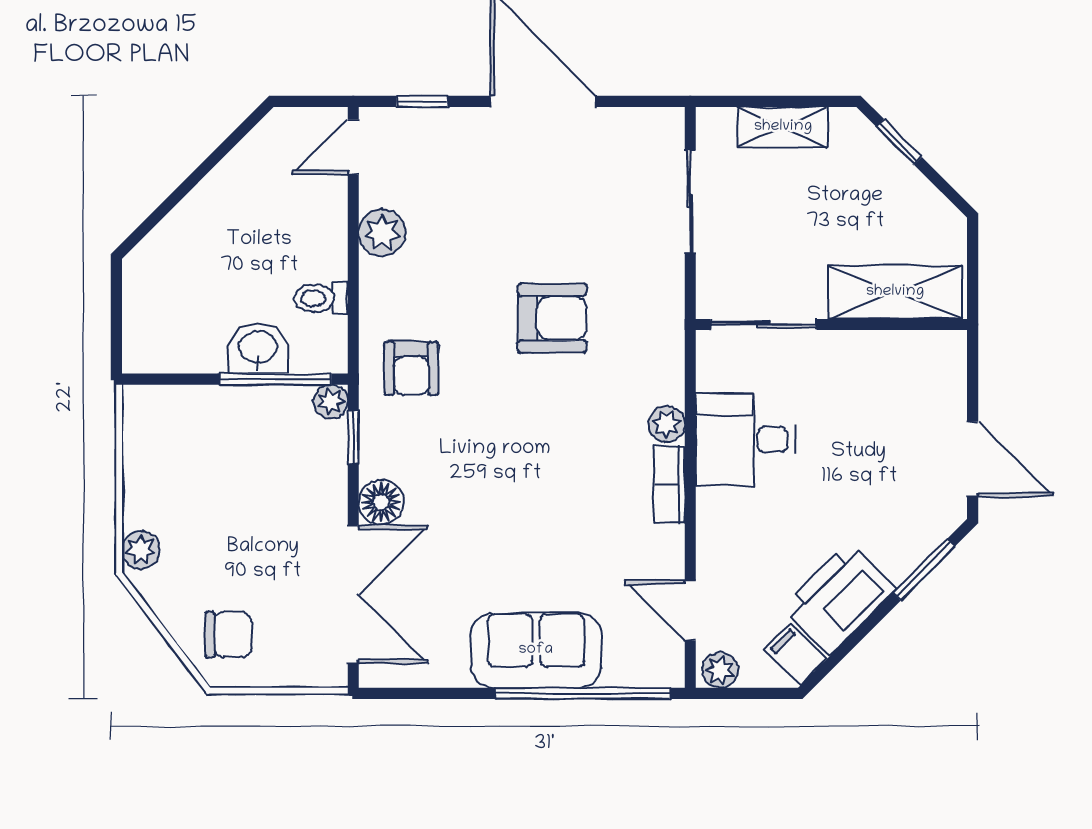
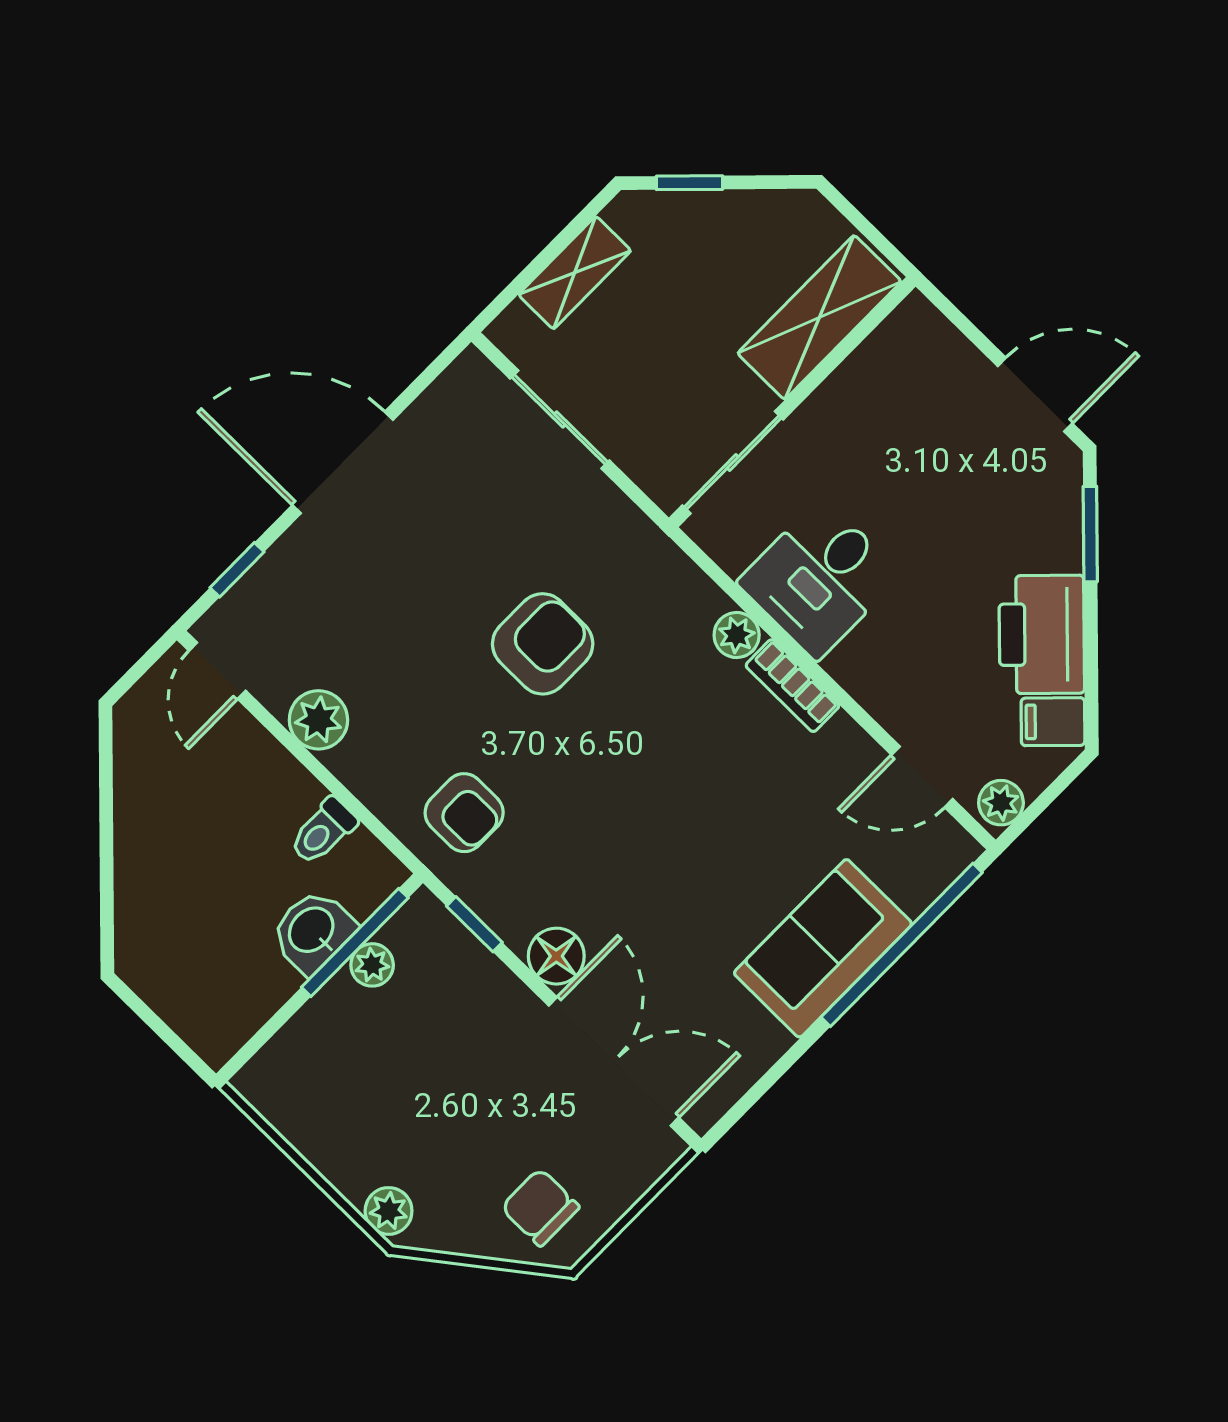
plant: (331, 402) -> (372, 965), moved
chair: (228, 635) -> (540, 1207), turned -90

